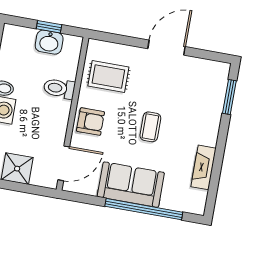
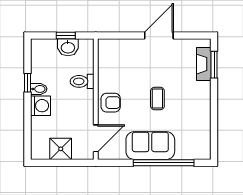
rug: (108, 76) -> (118, 66), removed
fireplace: (203, 167) -> (204, 64), moved

